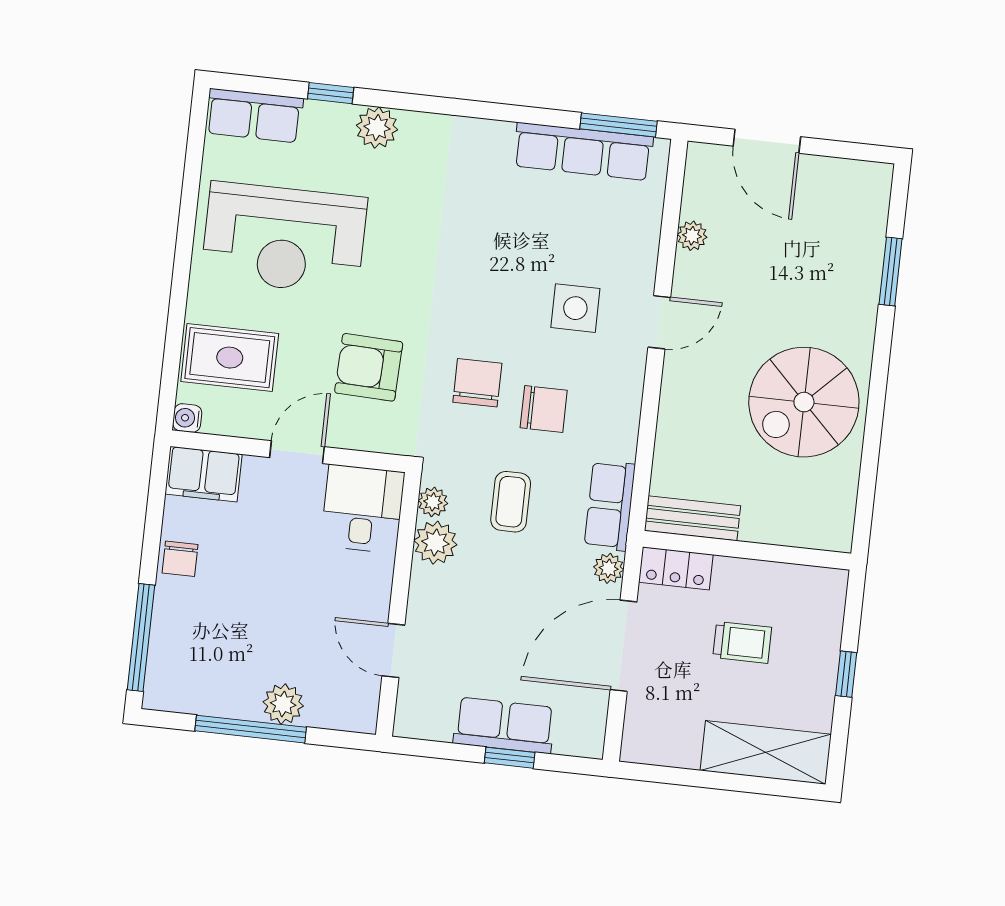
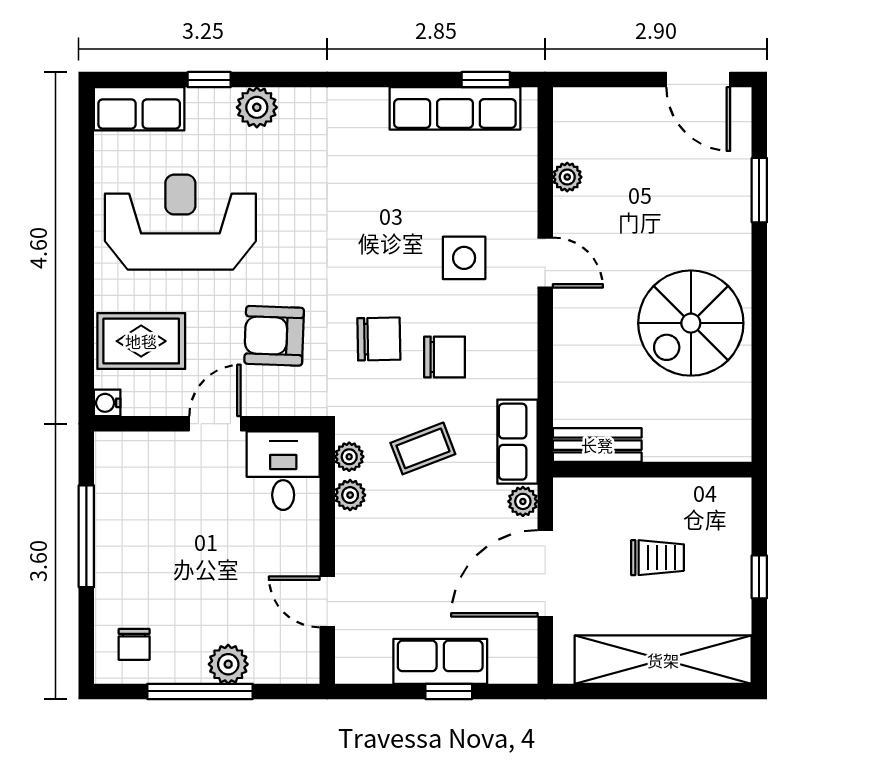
window: (618, 125) -> (486, 80), width x0.67
door: (767, 141) -> (698, 80), moved
reception desk: (284, 238) -> (180, 222), turned 180
door: (659, 322) -> (545, 263), hinge flipped
chair: (477, 383) -> (379, 339), turned 89
filing cabinet: (204, 474) -> (129, 454), removed
coffee table: (511, 502) -> (423, 448), turned 69
plant: (435, 543) -> (350, 495), width x0.73, depth x0.73
chair: (180, 559) -> (134, 644), moved
locker: (676, 568) -> (587, 494), removed
window: (141, 637) -> (86, 536), moved
shelving: (766, 752) -> (663, 660), width x1.47

